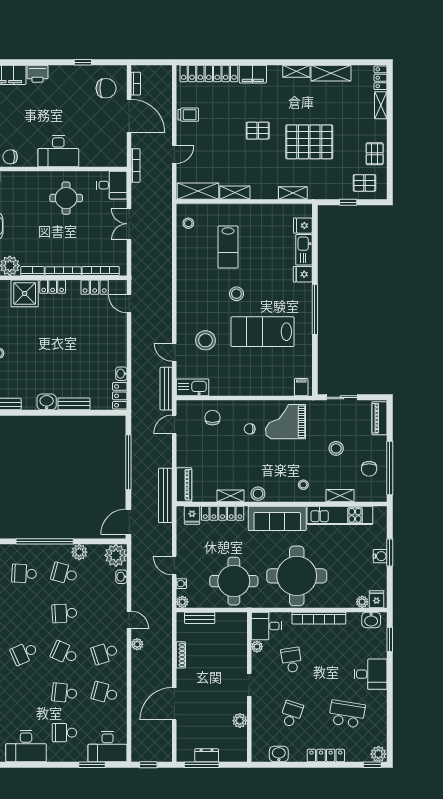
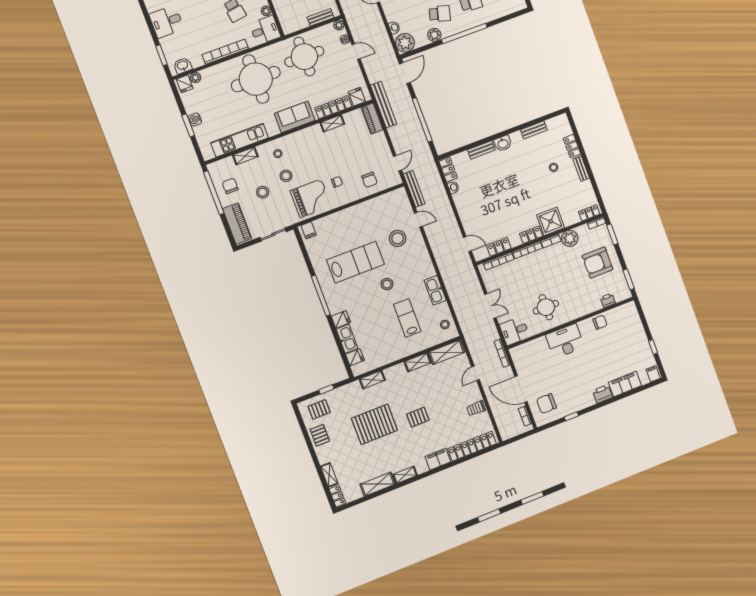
kitchen sink: (193, 387) -> (435, 290), moved, turned 90
piano: (380, 418) -> (237, 224), width x1.37, depth x1.33
stool: (258, 494) -> (286, 176), moved
sofa: (277, 518) -> (295, 117), width x0.73

